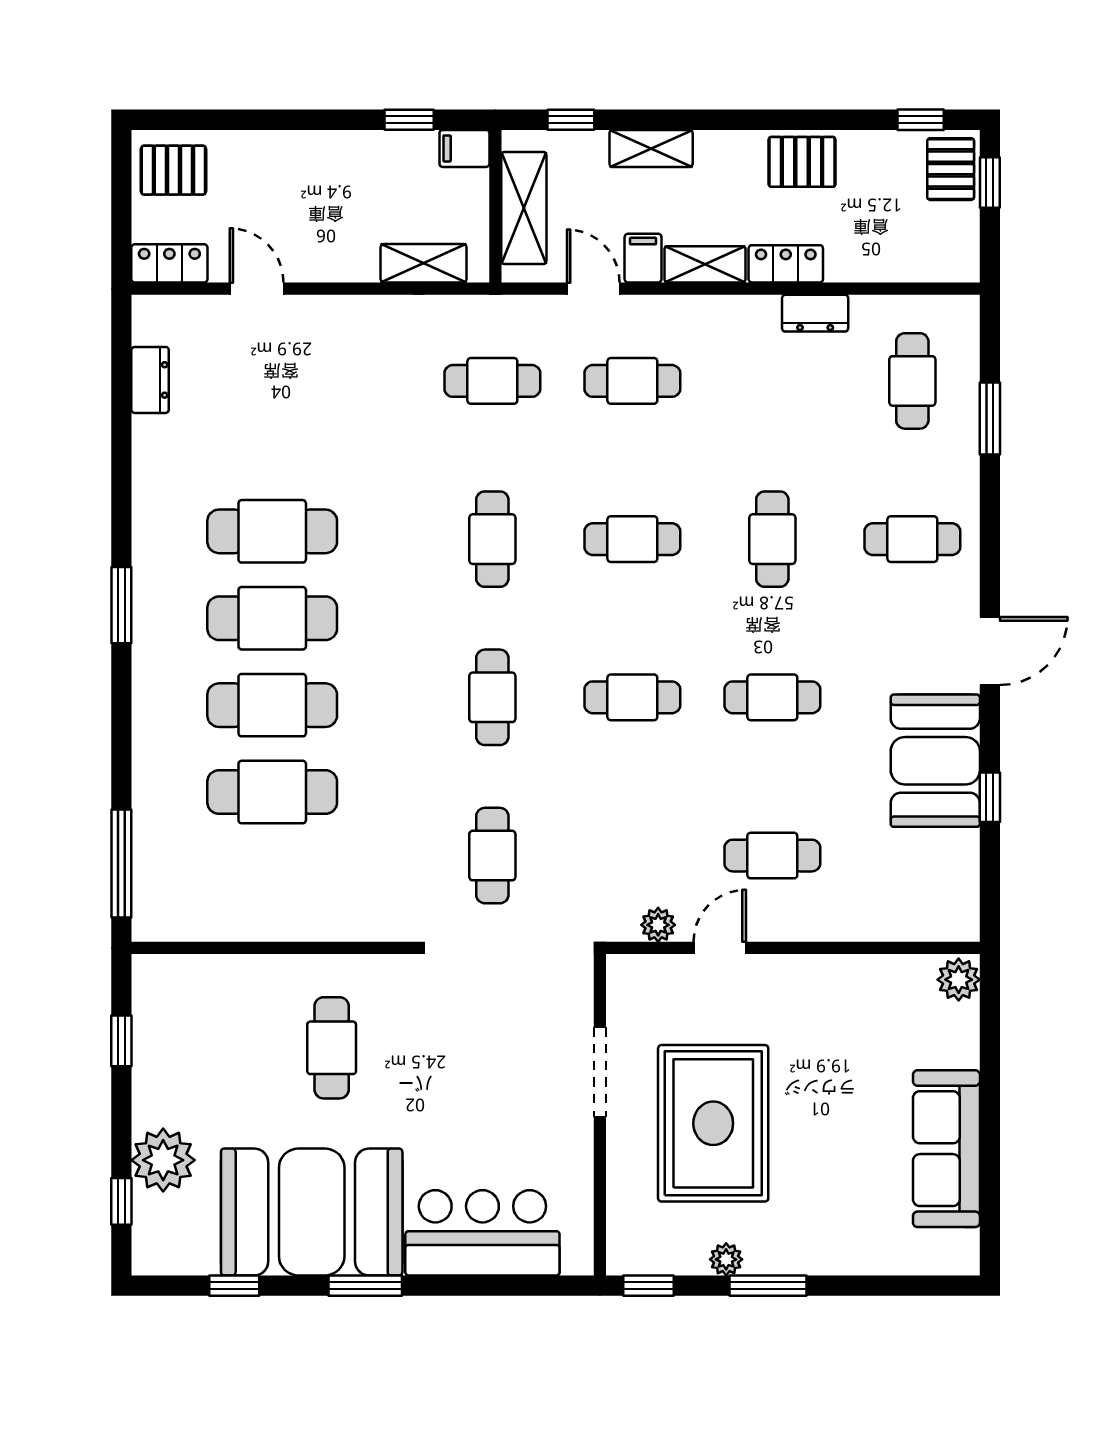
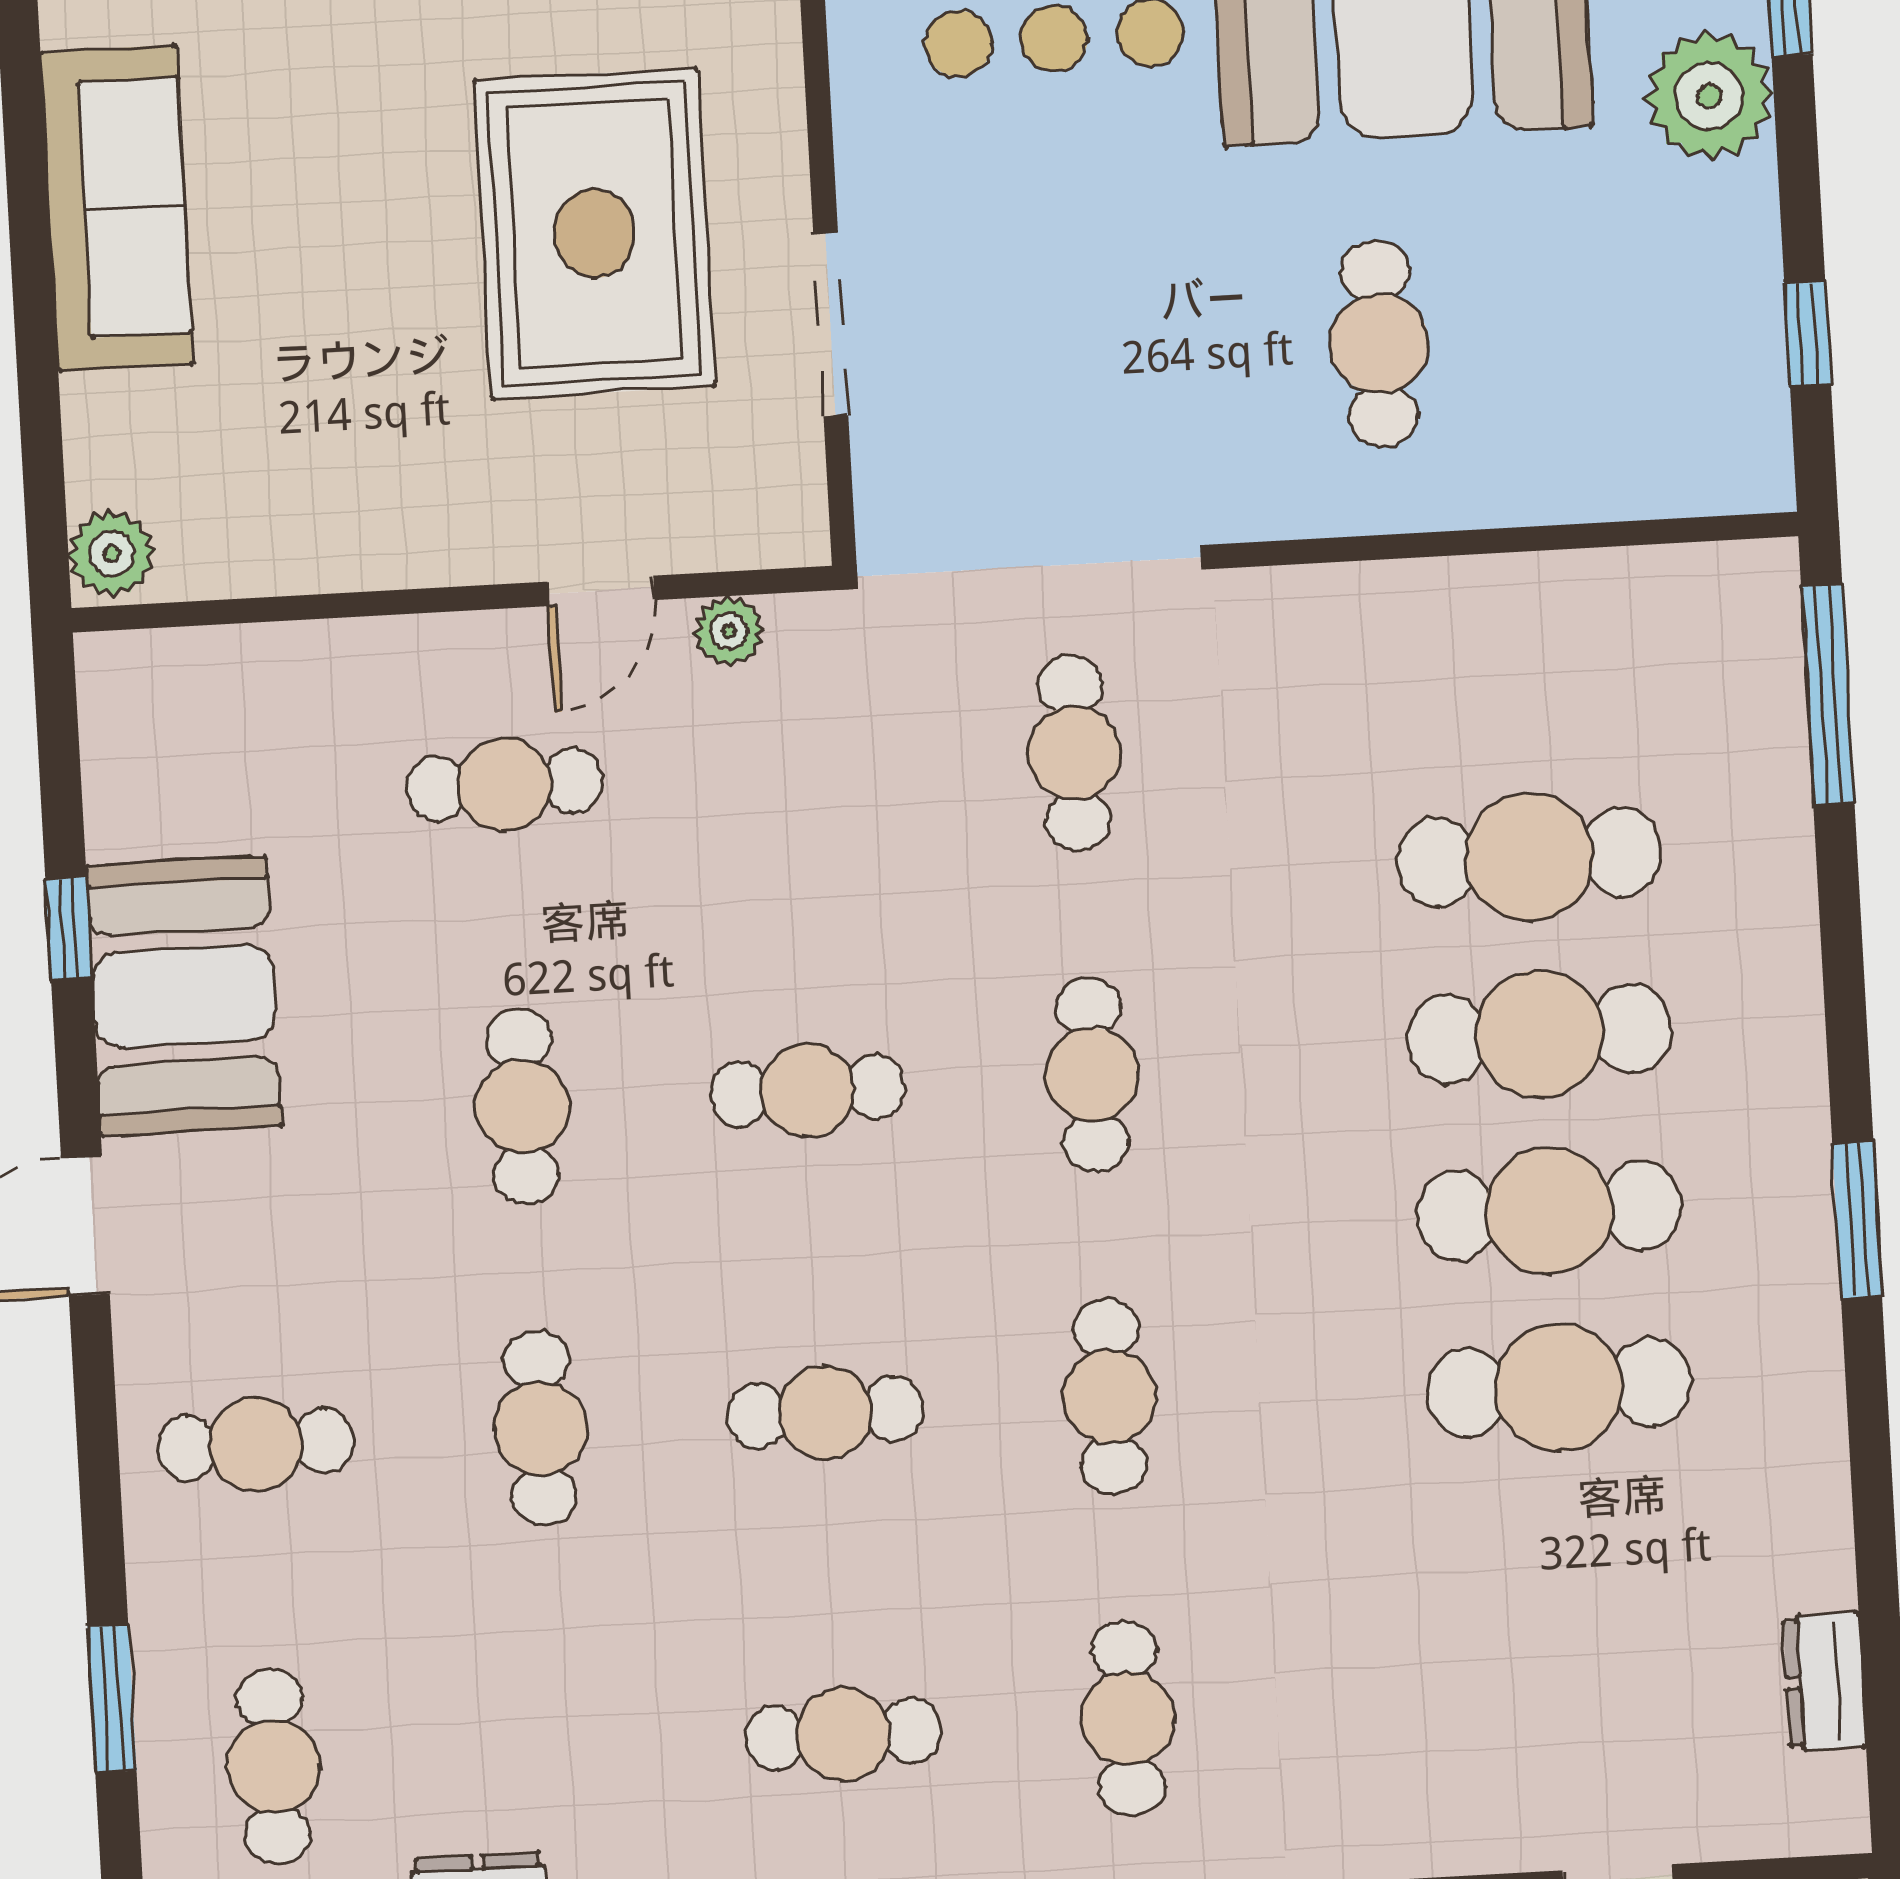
cafe table: (492, 381) -> (1128, 1718), turned 90
cafe table: (772, 697) -> (522, 1107), turned 90

